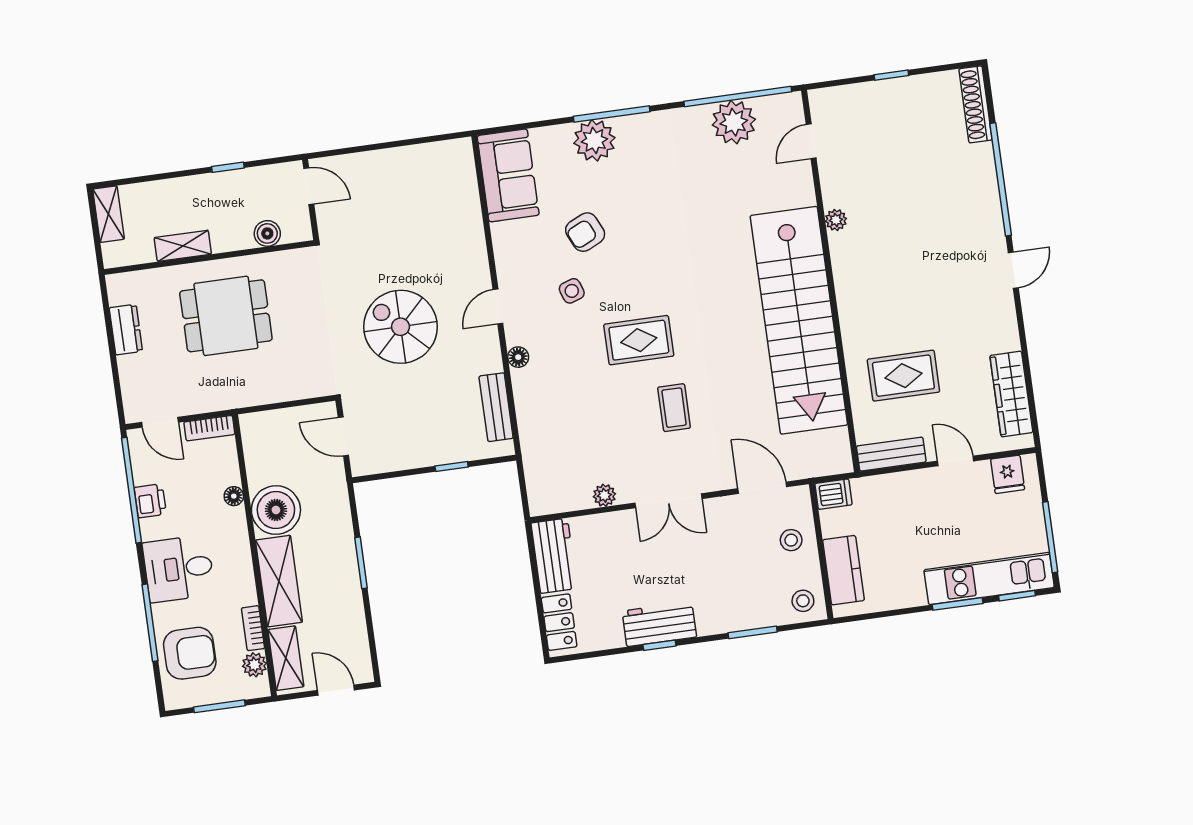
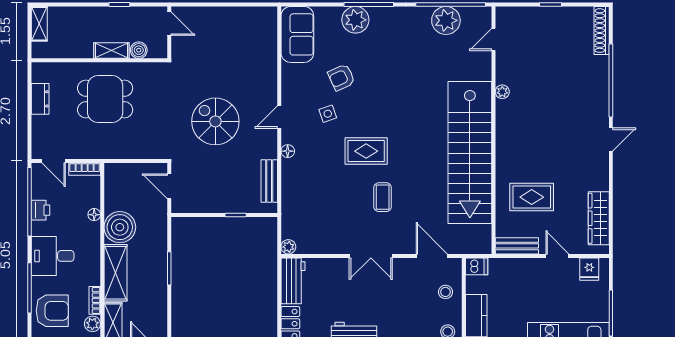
shelving: (183, 246) -> (111, 51), moved
plant: (604, 495) -> (288, 247), moved

